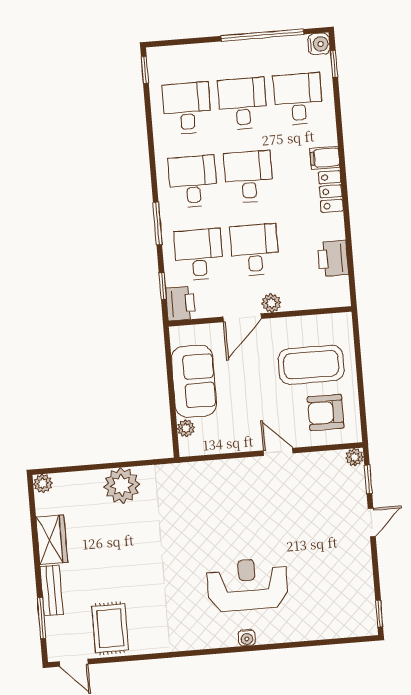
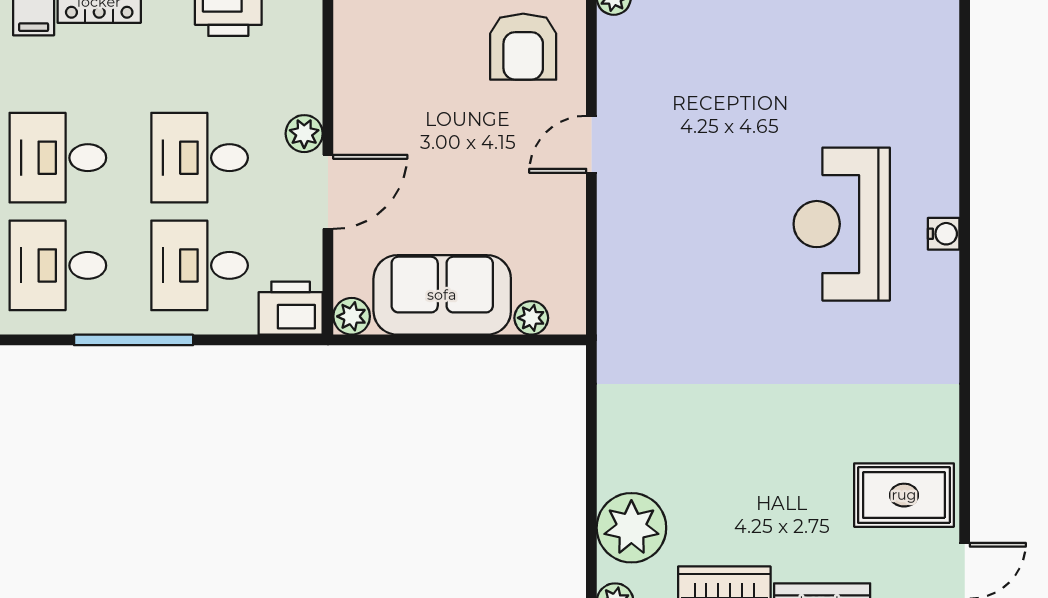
window: (158, 224) -> (134, 340), width x1.44
window: (163, 286) -> (254, 340), removed
door: (242, 318) -> (328, 192), hinge flipped
plant: (179, 335) -> (352, 316), added
coffee table: (311, 365) -> (429, 67), removed
plant: (122, 486) -> (631, 528), moved

